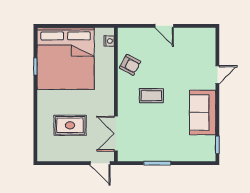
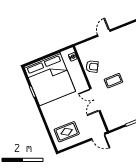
door: (164, 26) -> (104, 33), swing flipped
rug: (70, 125) -> (67, 132), moved
double door: (116, 134) -> (95, 100), moved

